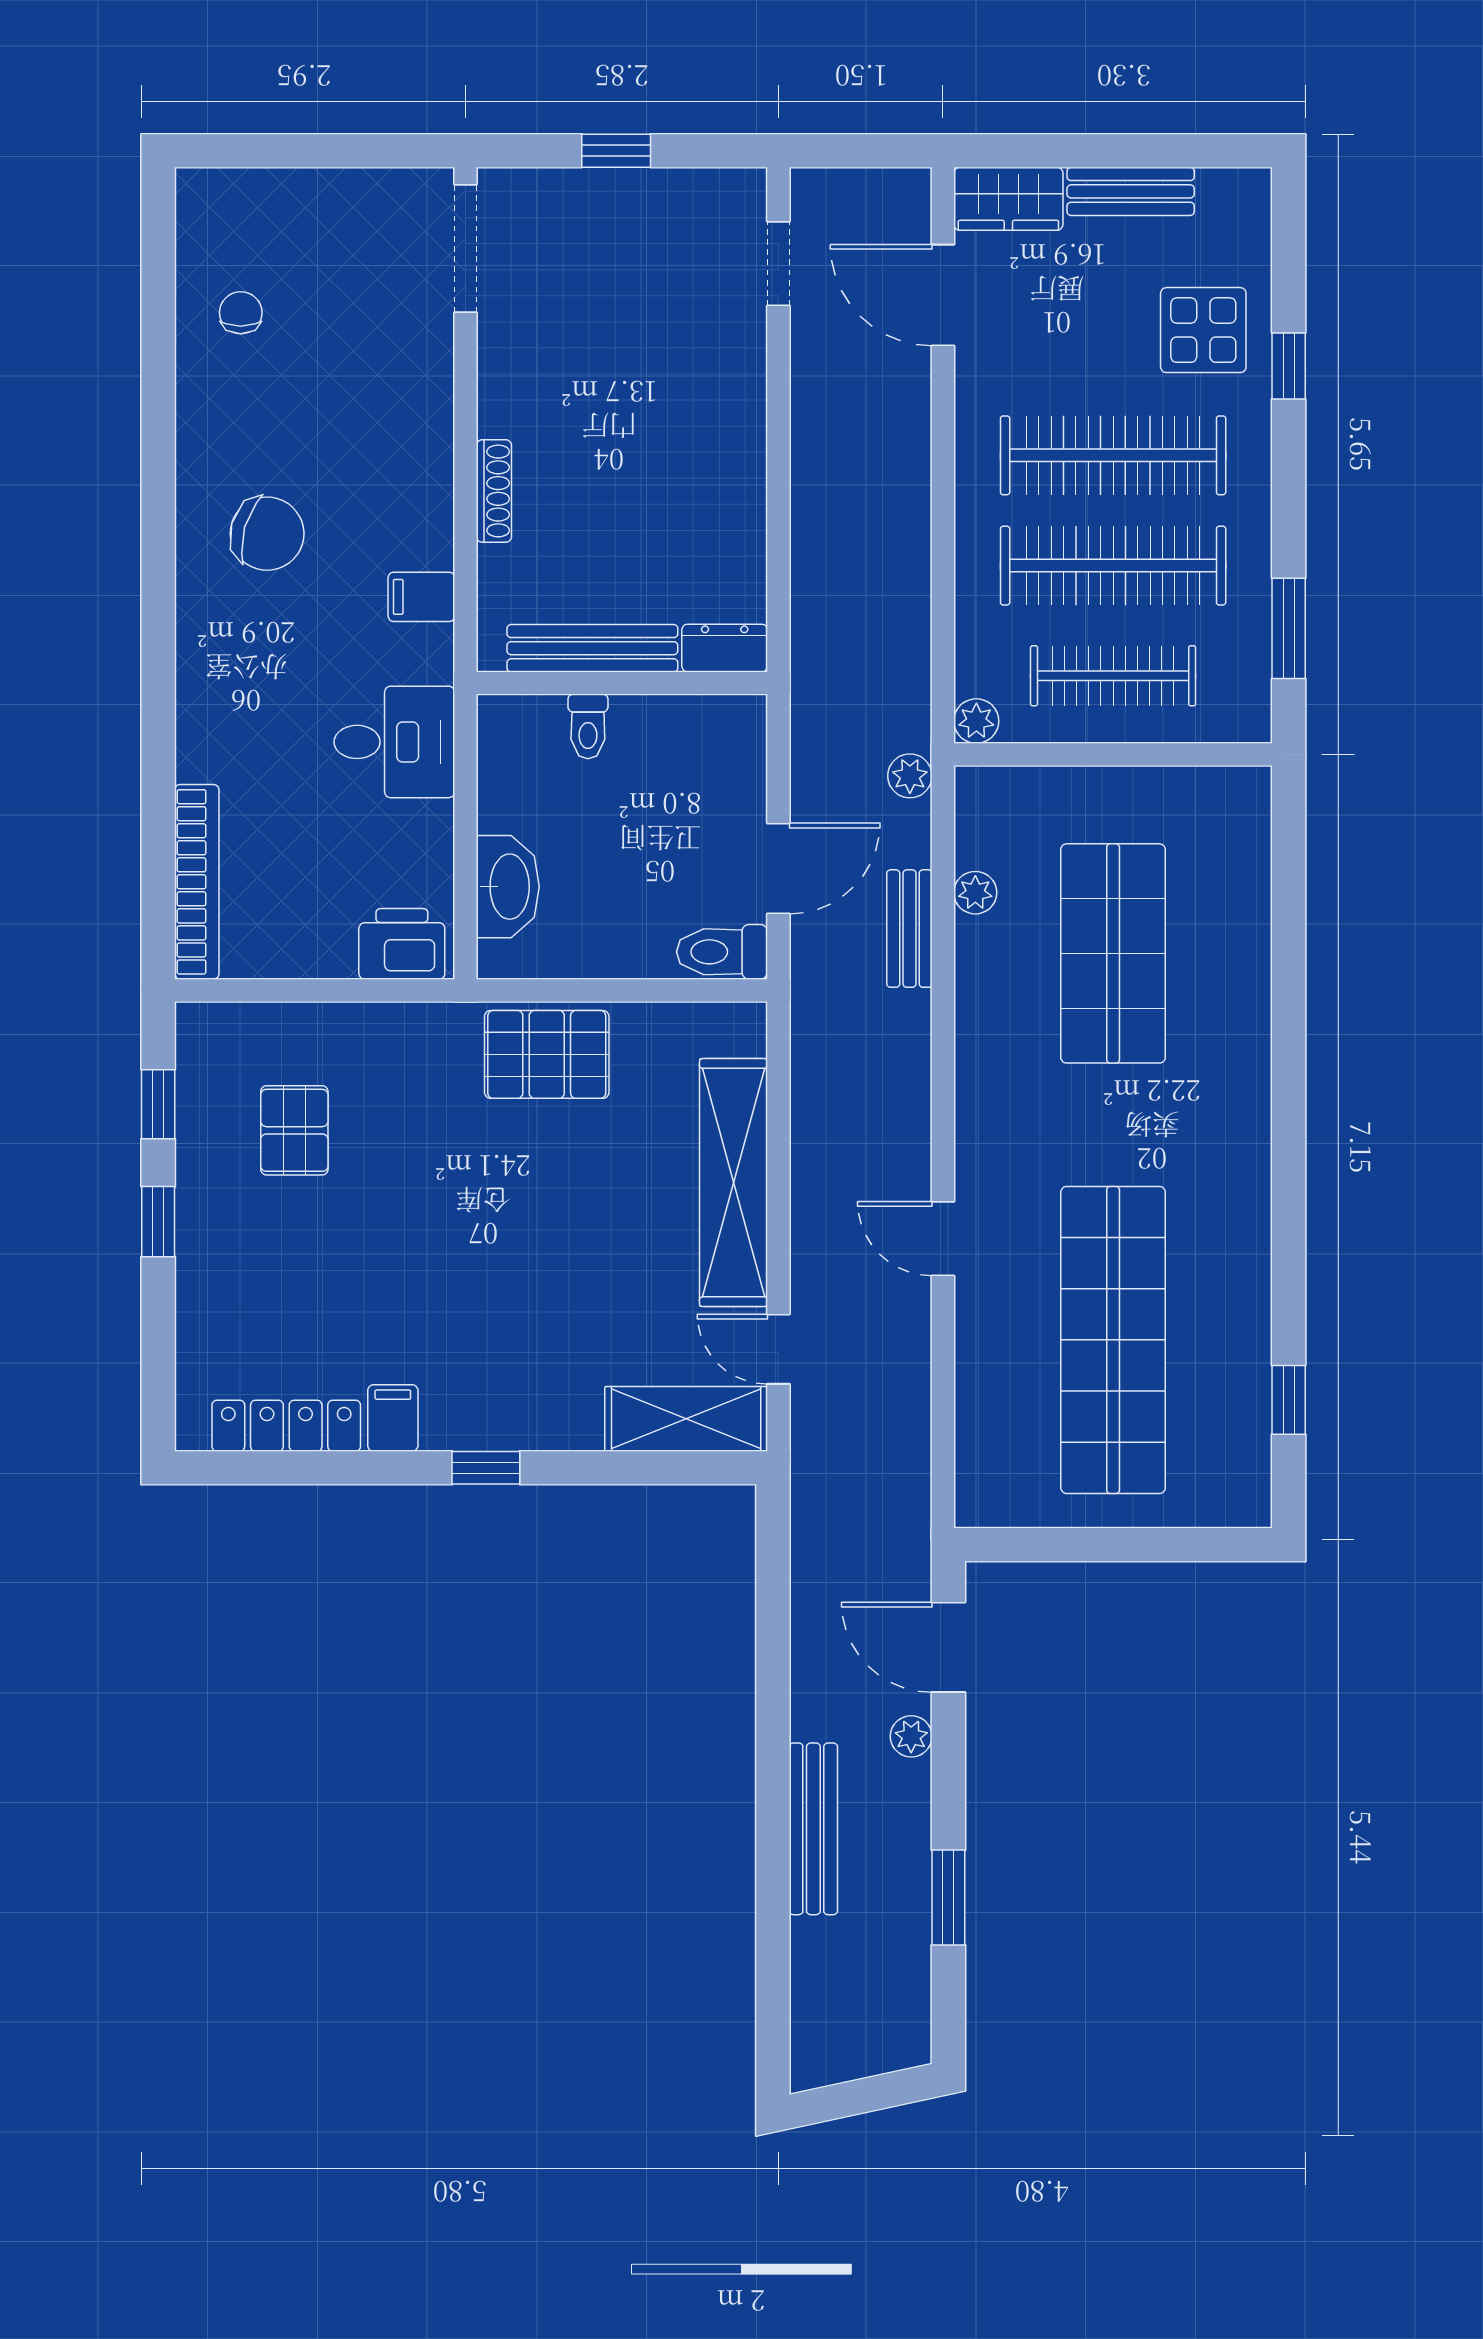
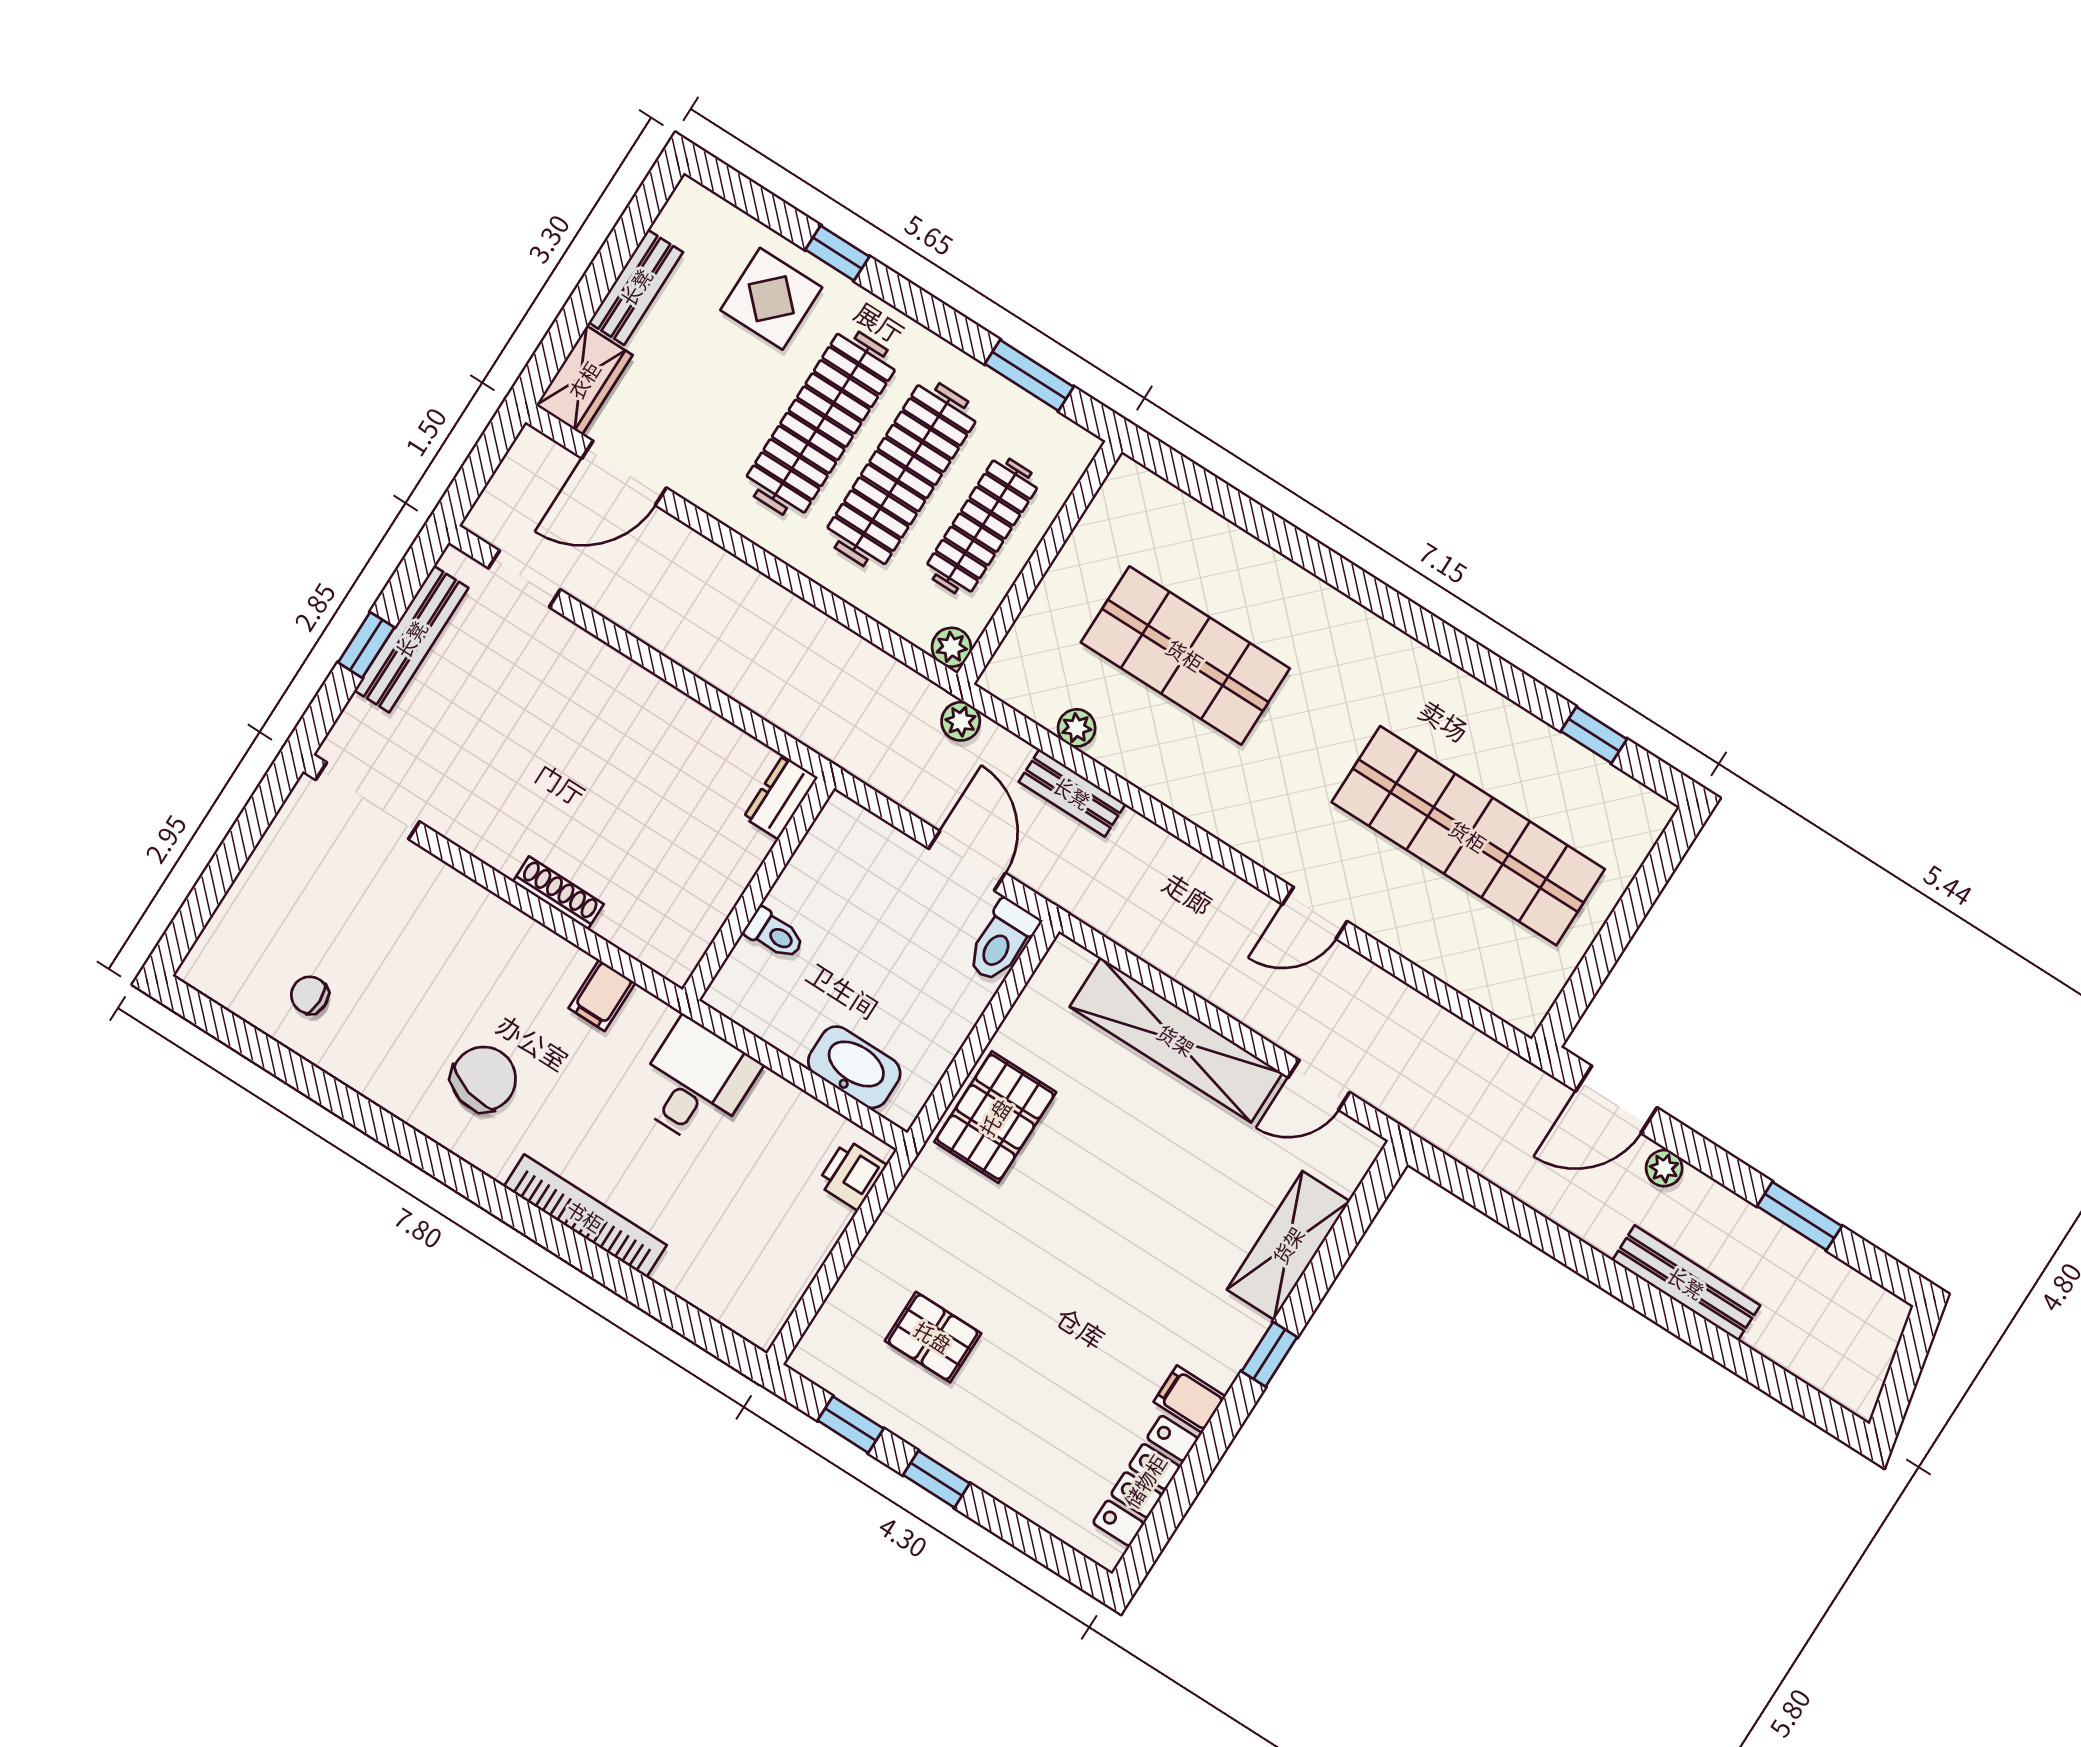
bench: (592, 648) -> (411, 639), moved
bookcase: (197, 882) -> (585, 1216), moved
printer: (402, 944) -> (852, 1175), width x0.73, depth x0.81
shelving: (686, 1419) -> (1288, 1245), moved

